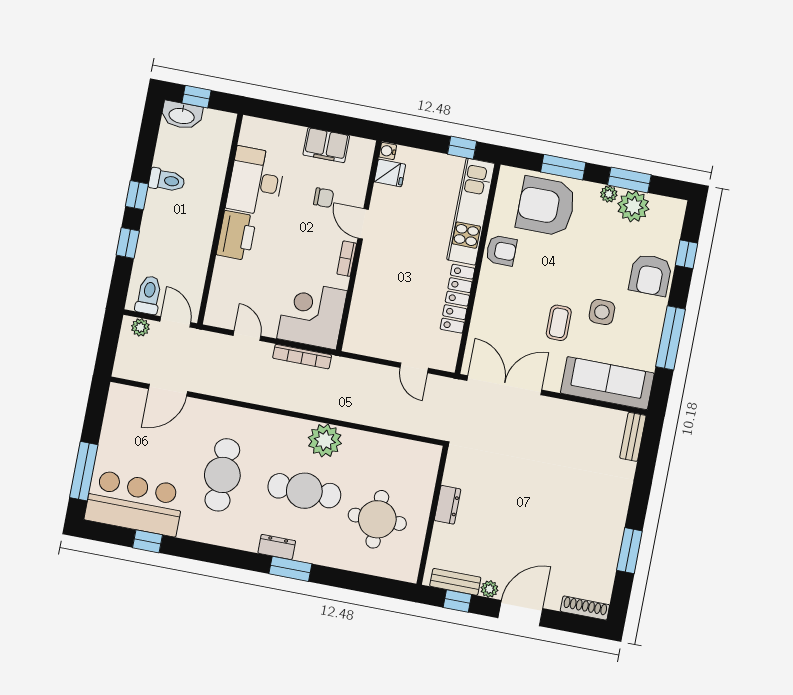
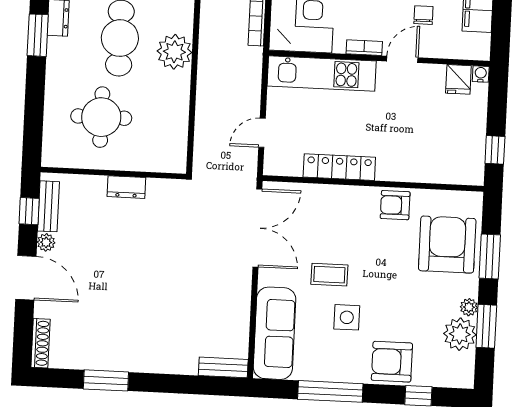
chair: (324, 198) -> (423, 15), turned 180
kitchen unit: (471, 212) -> (322, 73), moved, turned 180
armchair: (501, 251) -> (395, 205), turned 90

